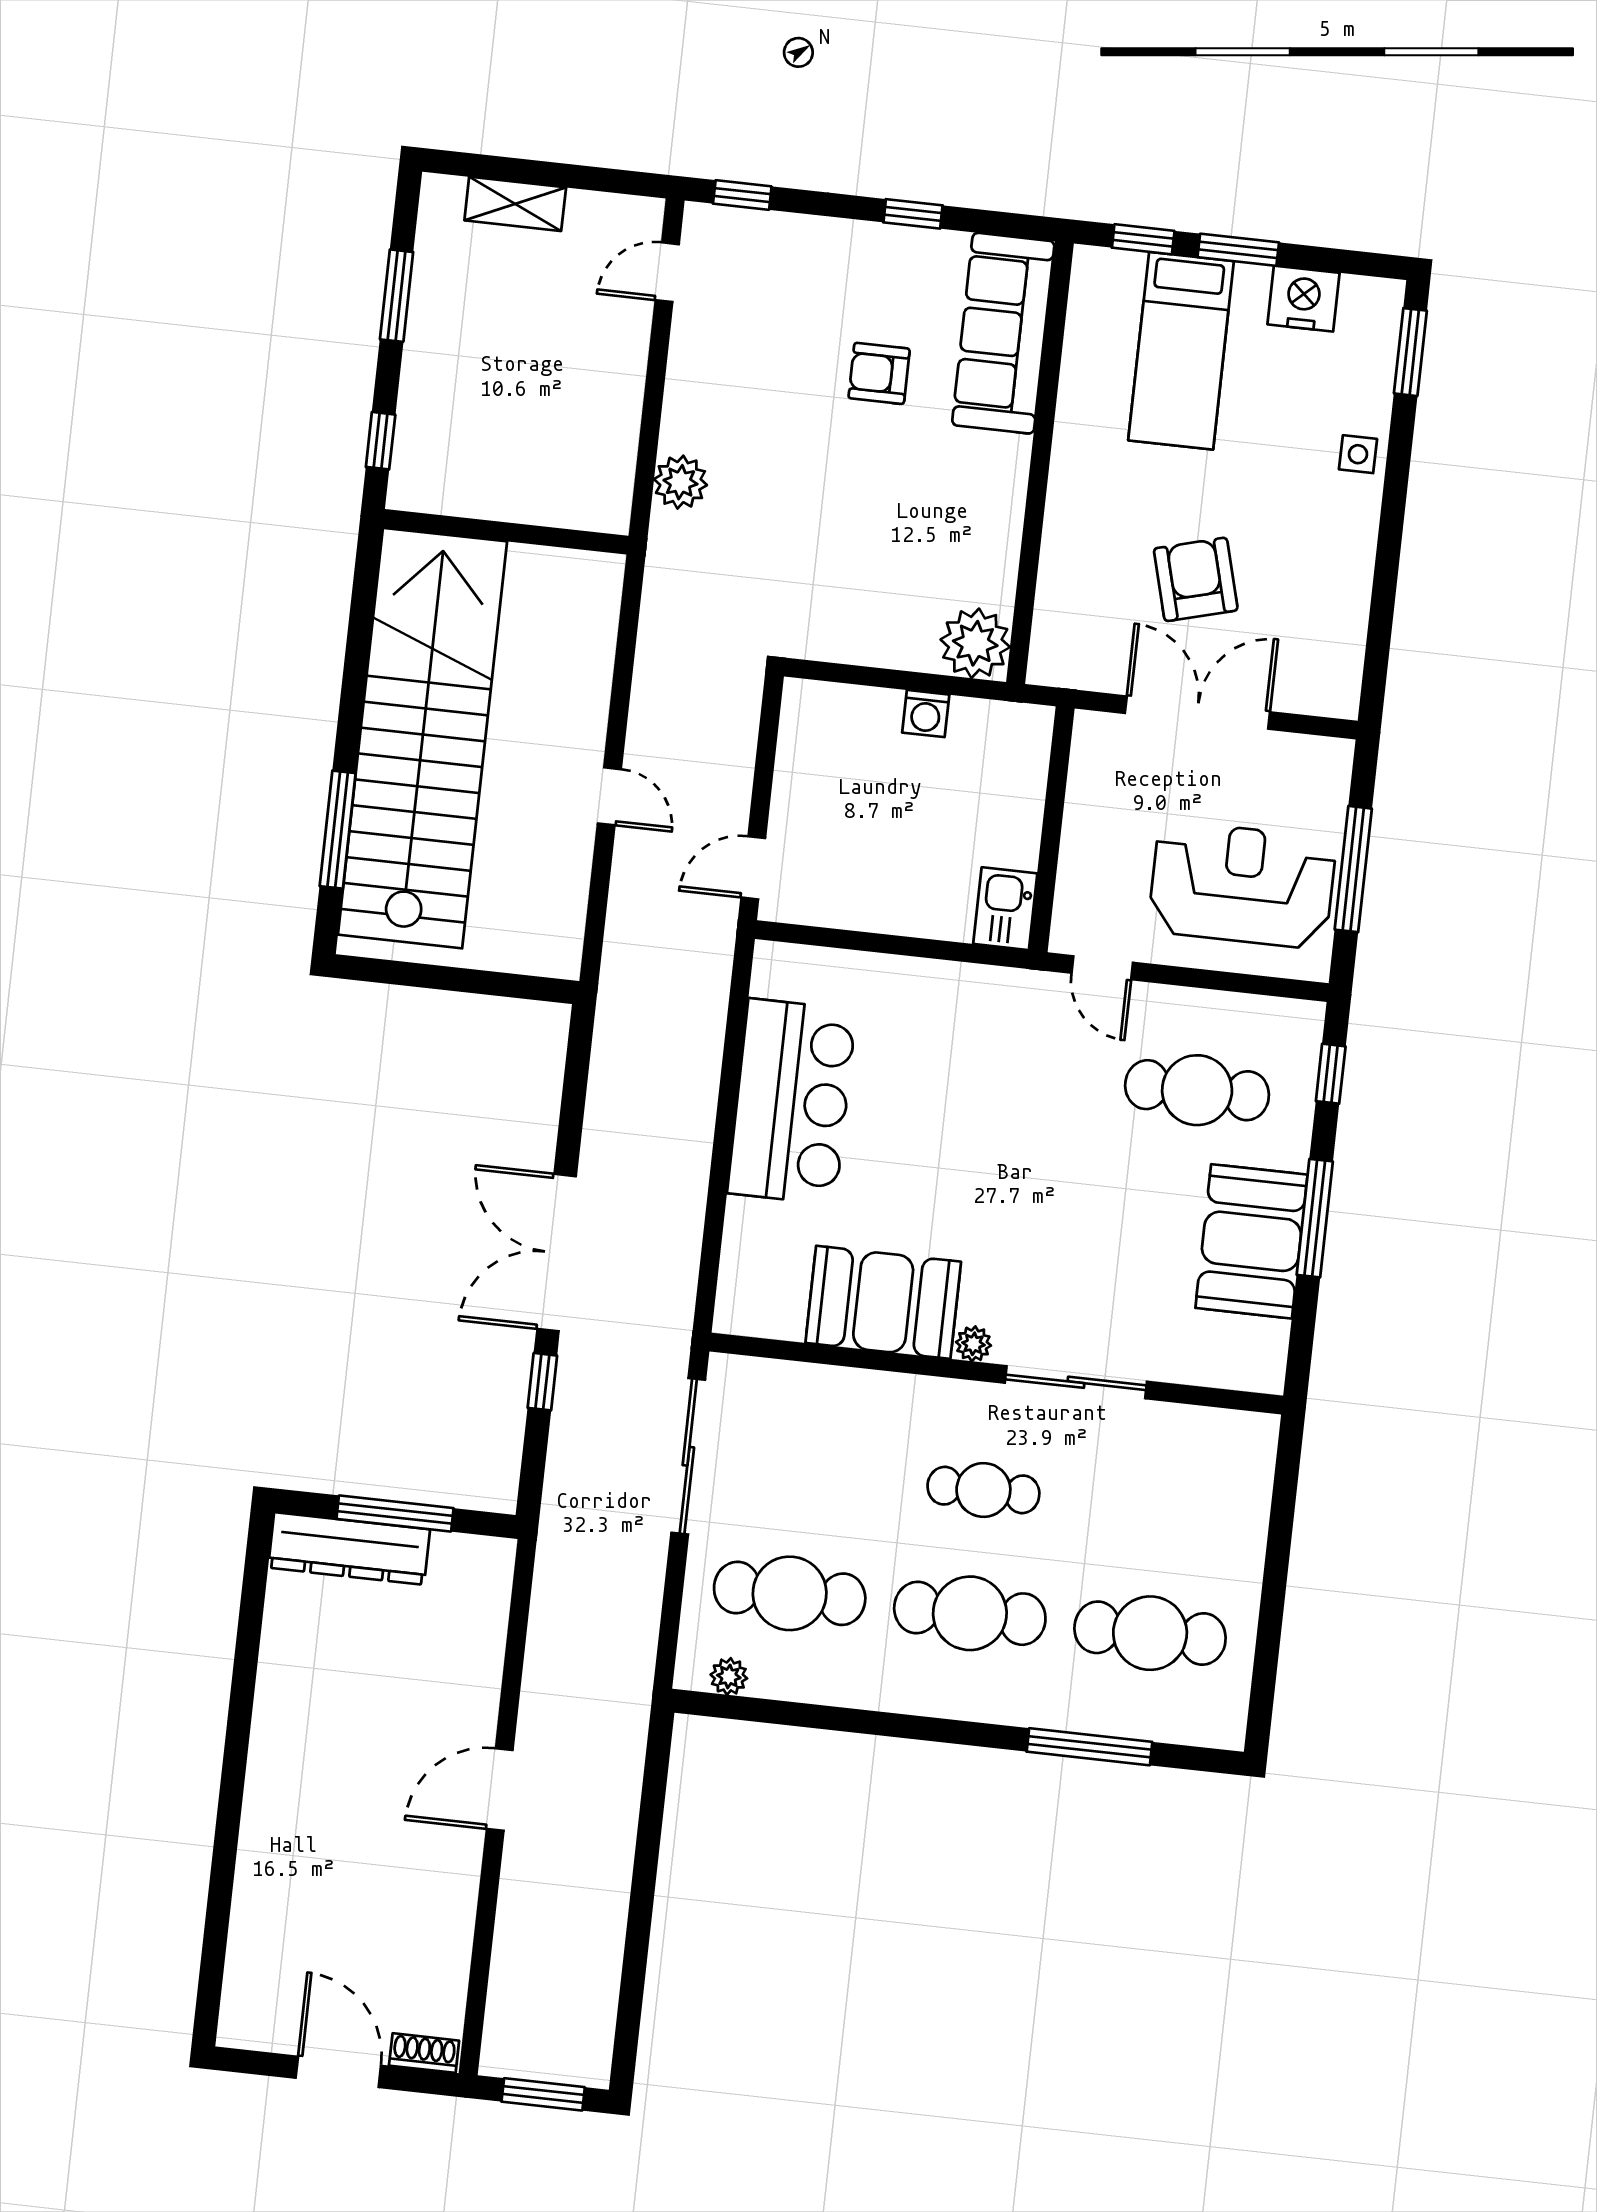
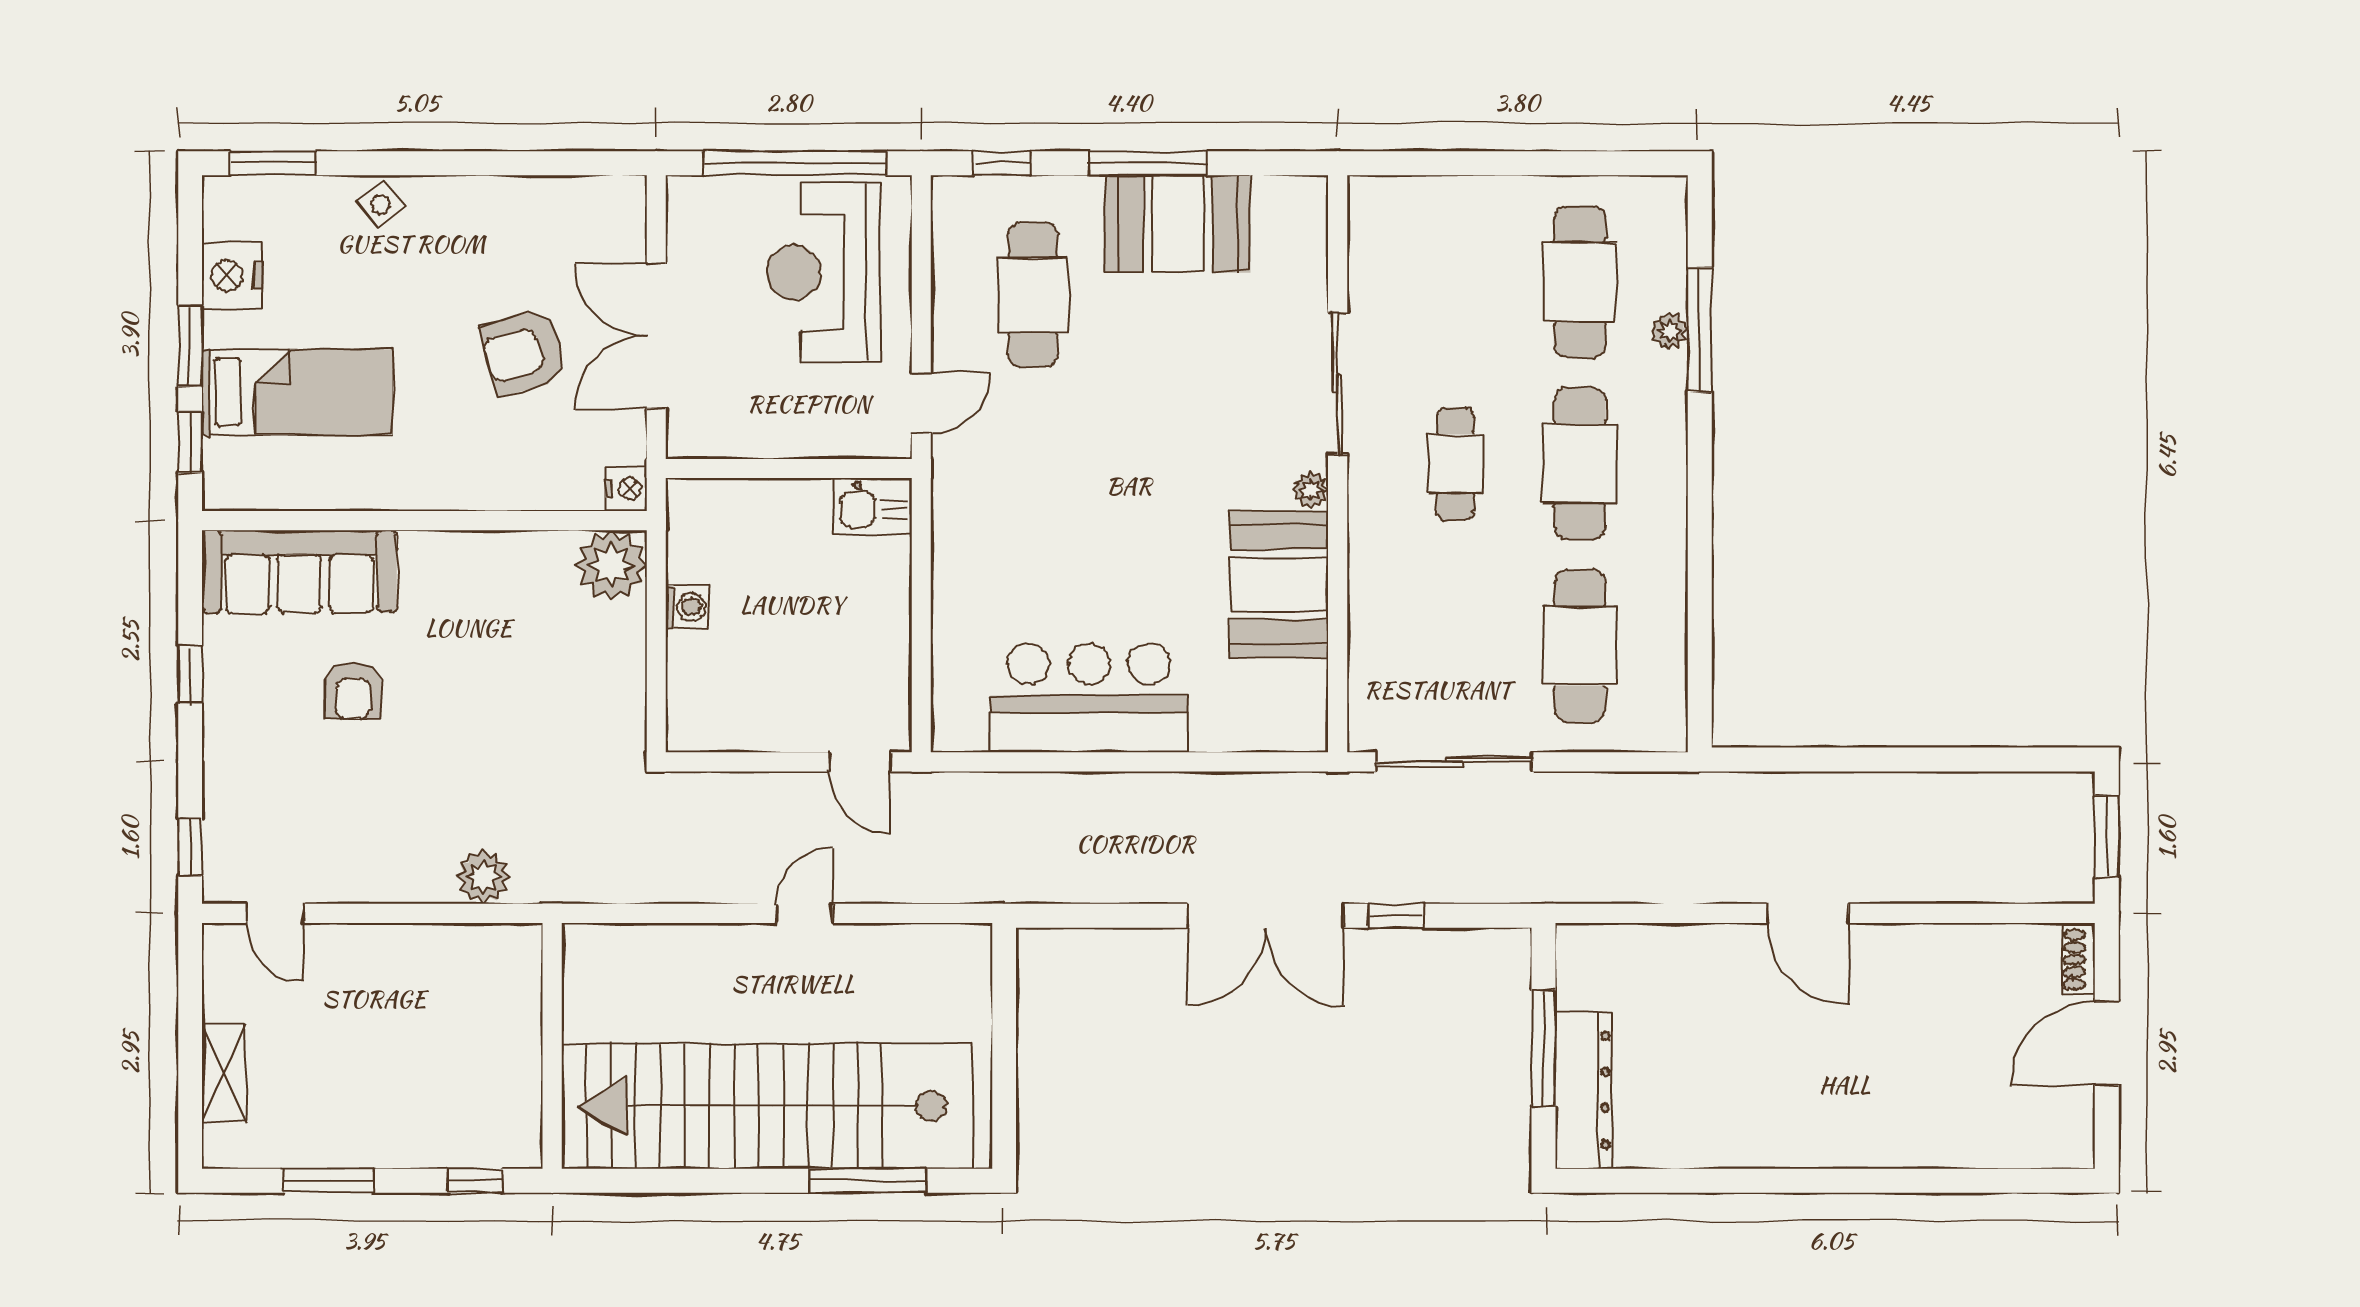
side table: (1358, 454) -> (381, 204), turned -38
nightstand: (1049, 666) -> (626, 489), added
window: (1353, 869) -> (795, 163), width x1.46
plant: (729, 1676) -> (1669, 331), moved

